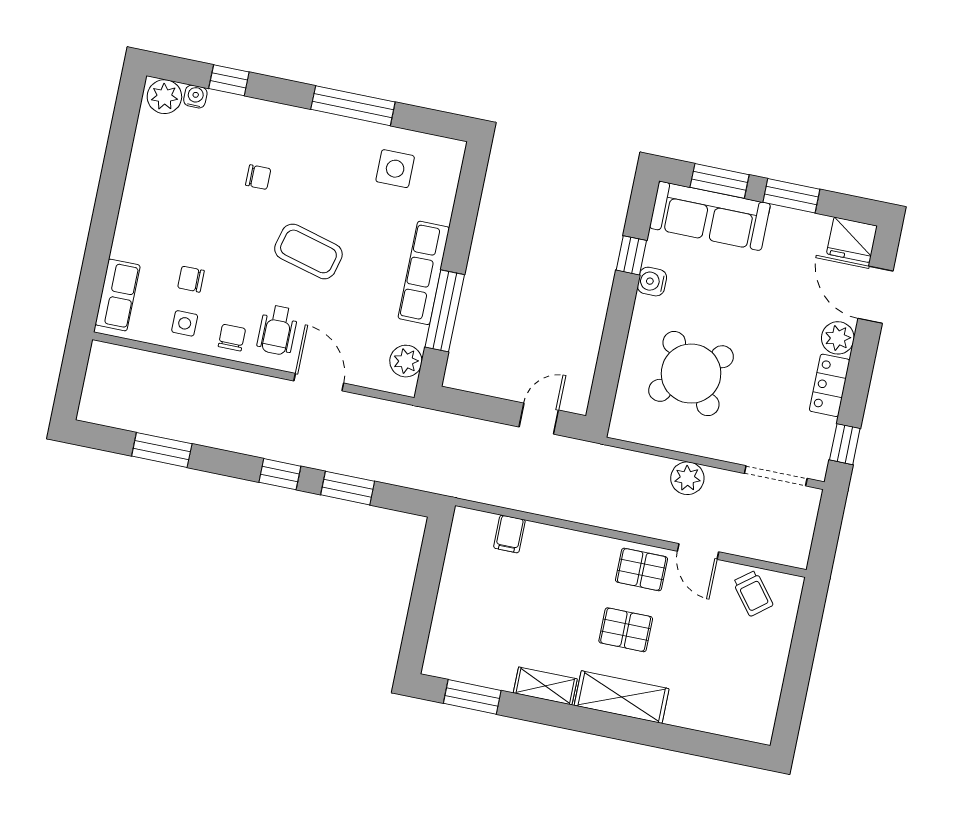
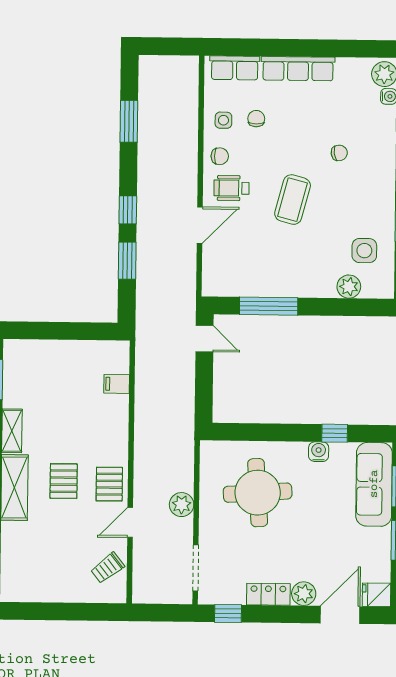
chair: (258, 177) -> (339, 153), turned -99
fridge: (852, 240) -> (376, 595), width x0.72
row of seats: (424, 273) -> (298, 69), moved, turned 180
plant: (406, 361) -> (349, 287), moved
round table: (691, 374) -> (258, 493), turned 36
door: (539, 419) -> (205, 339), moved

